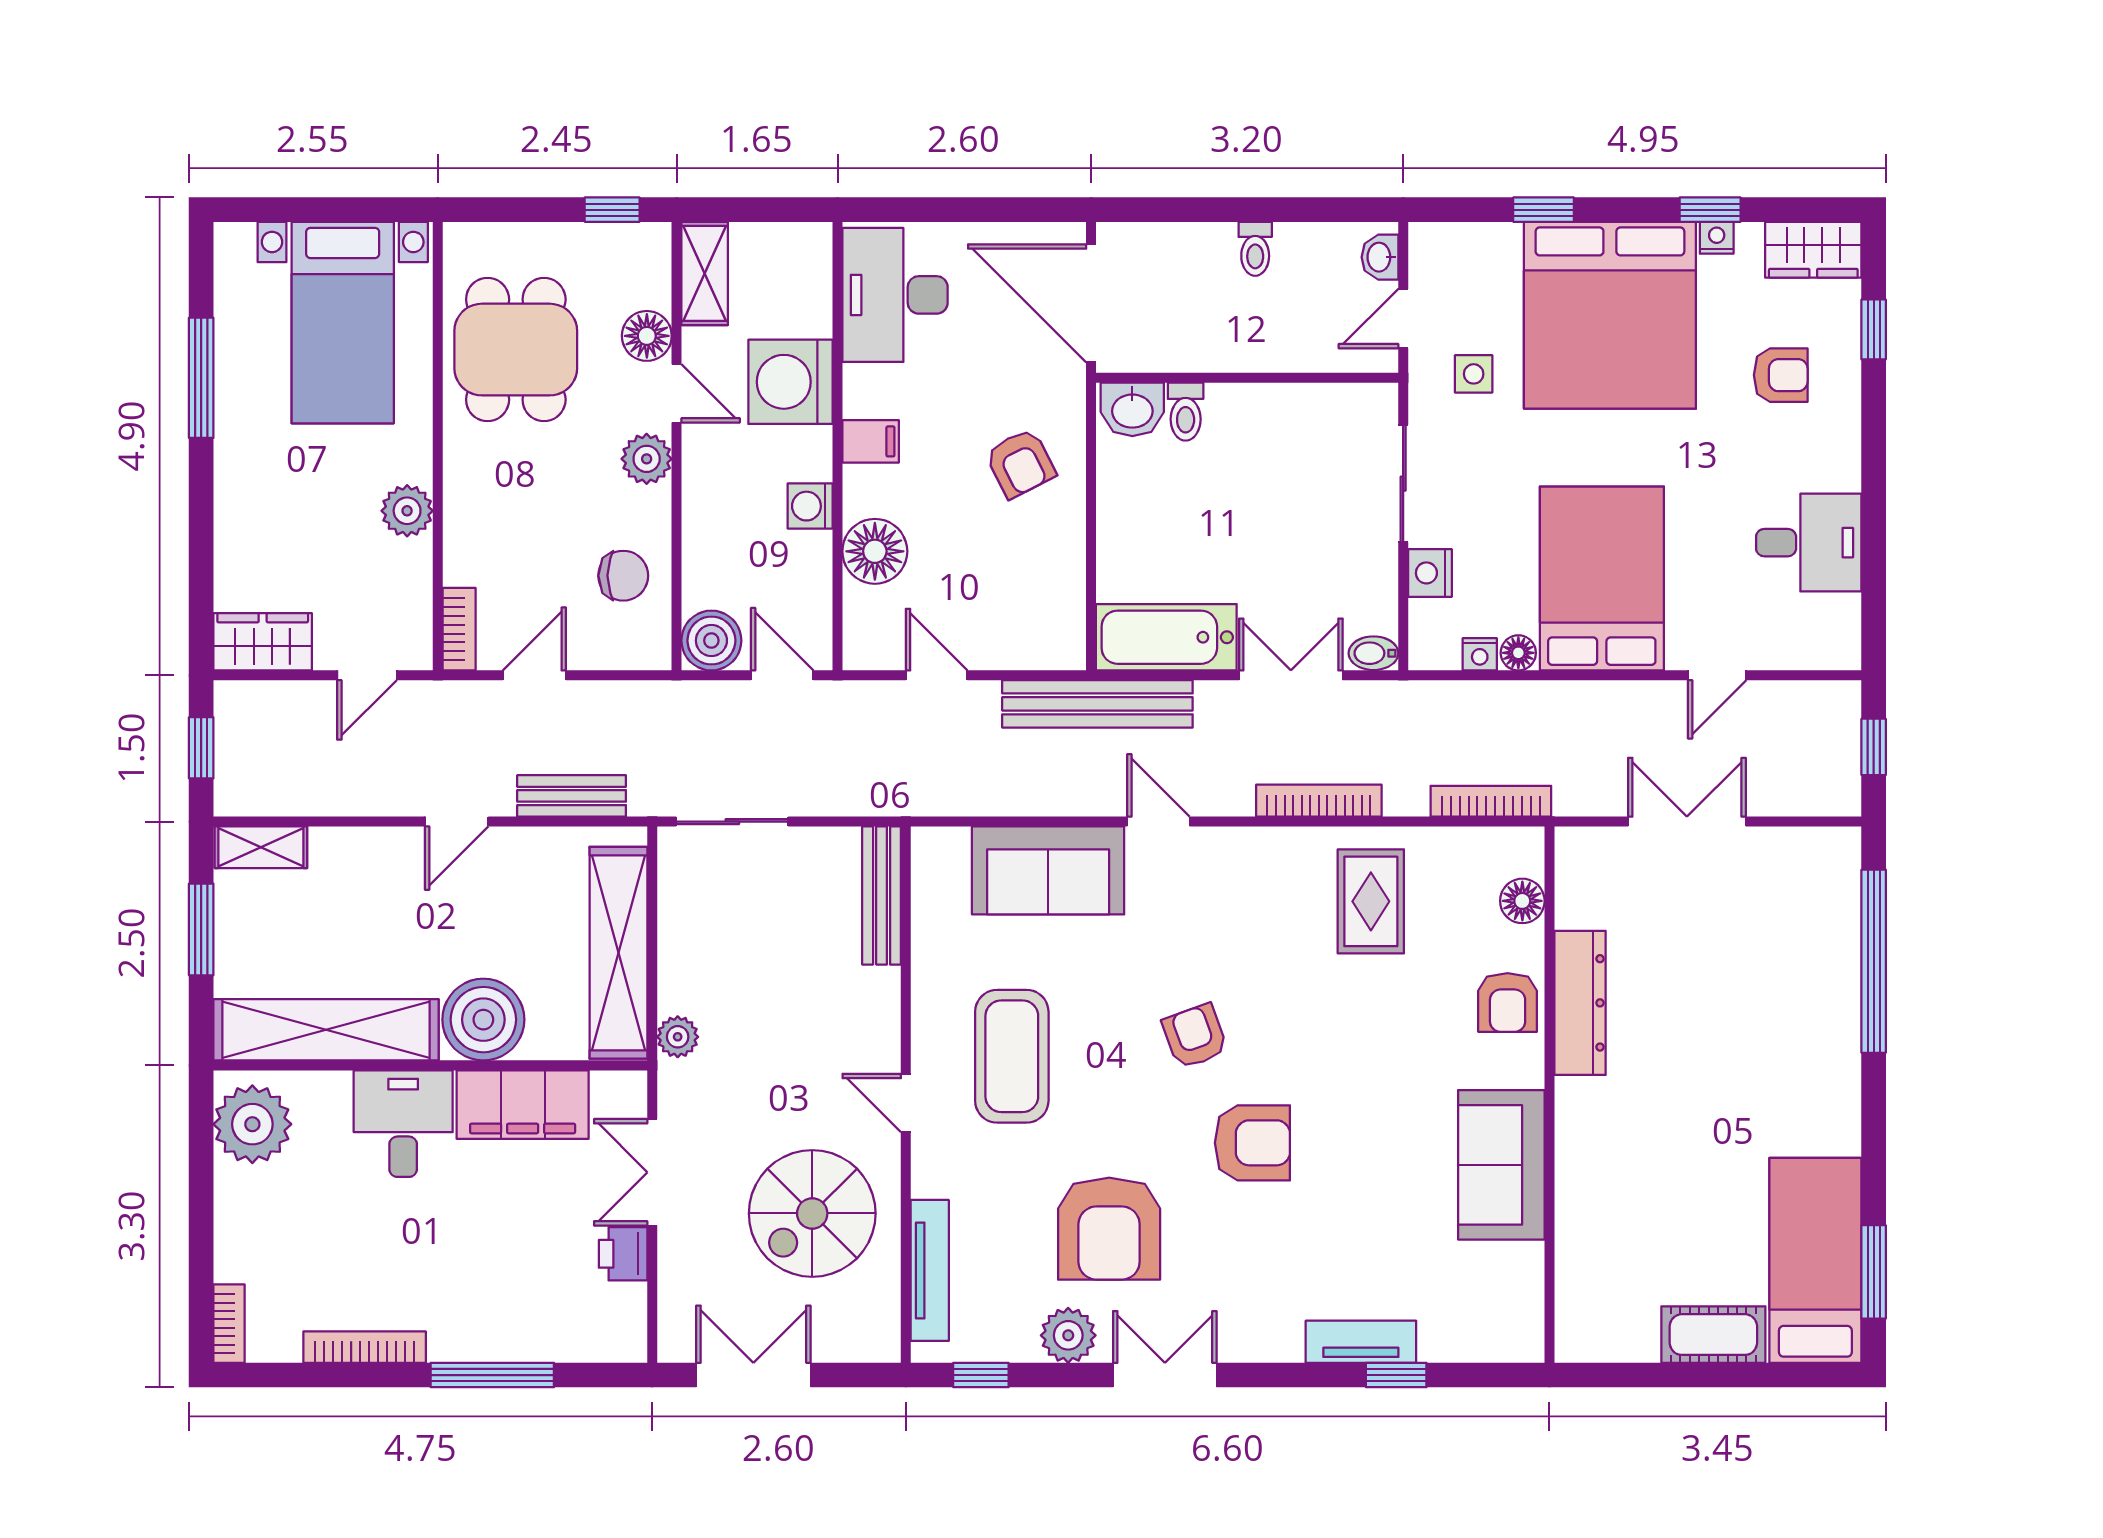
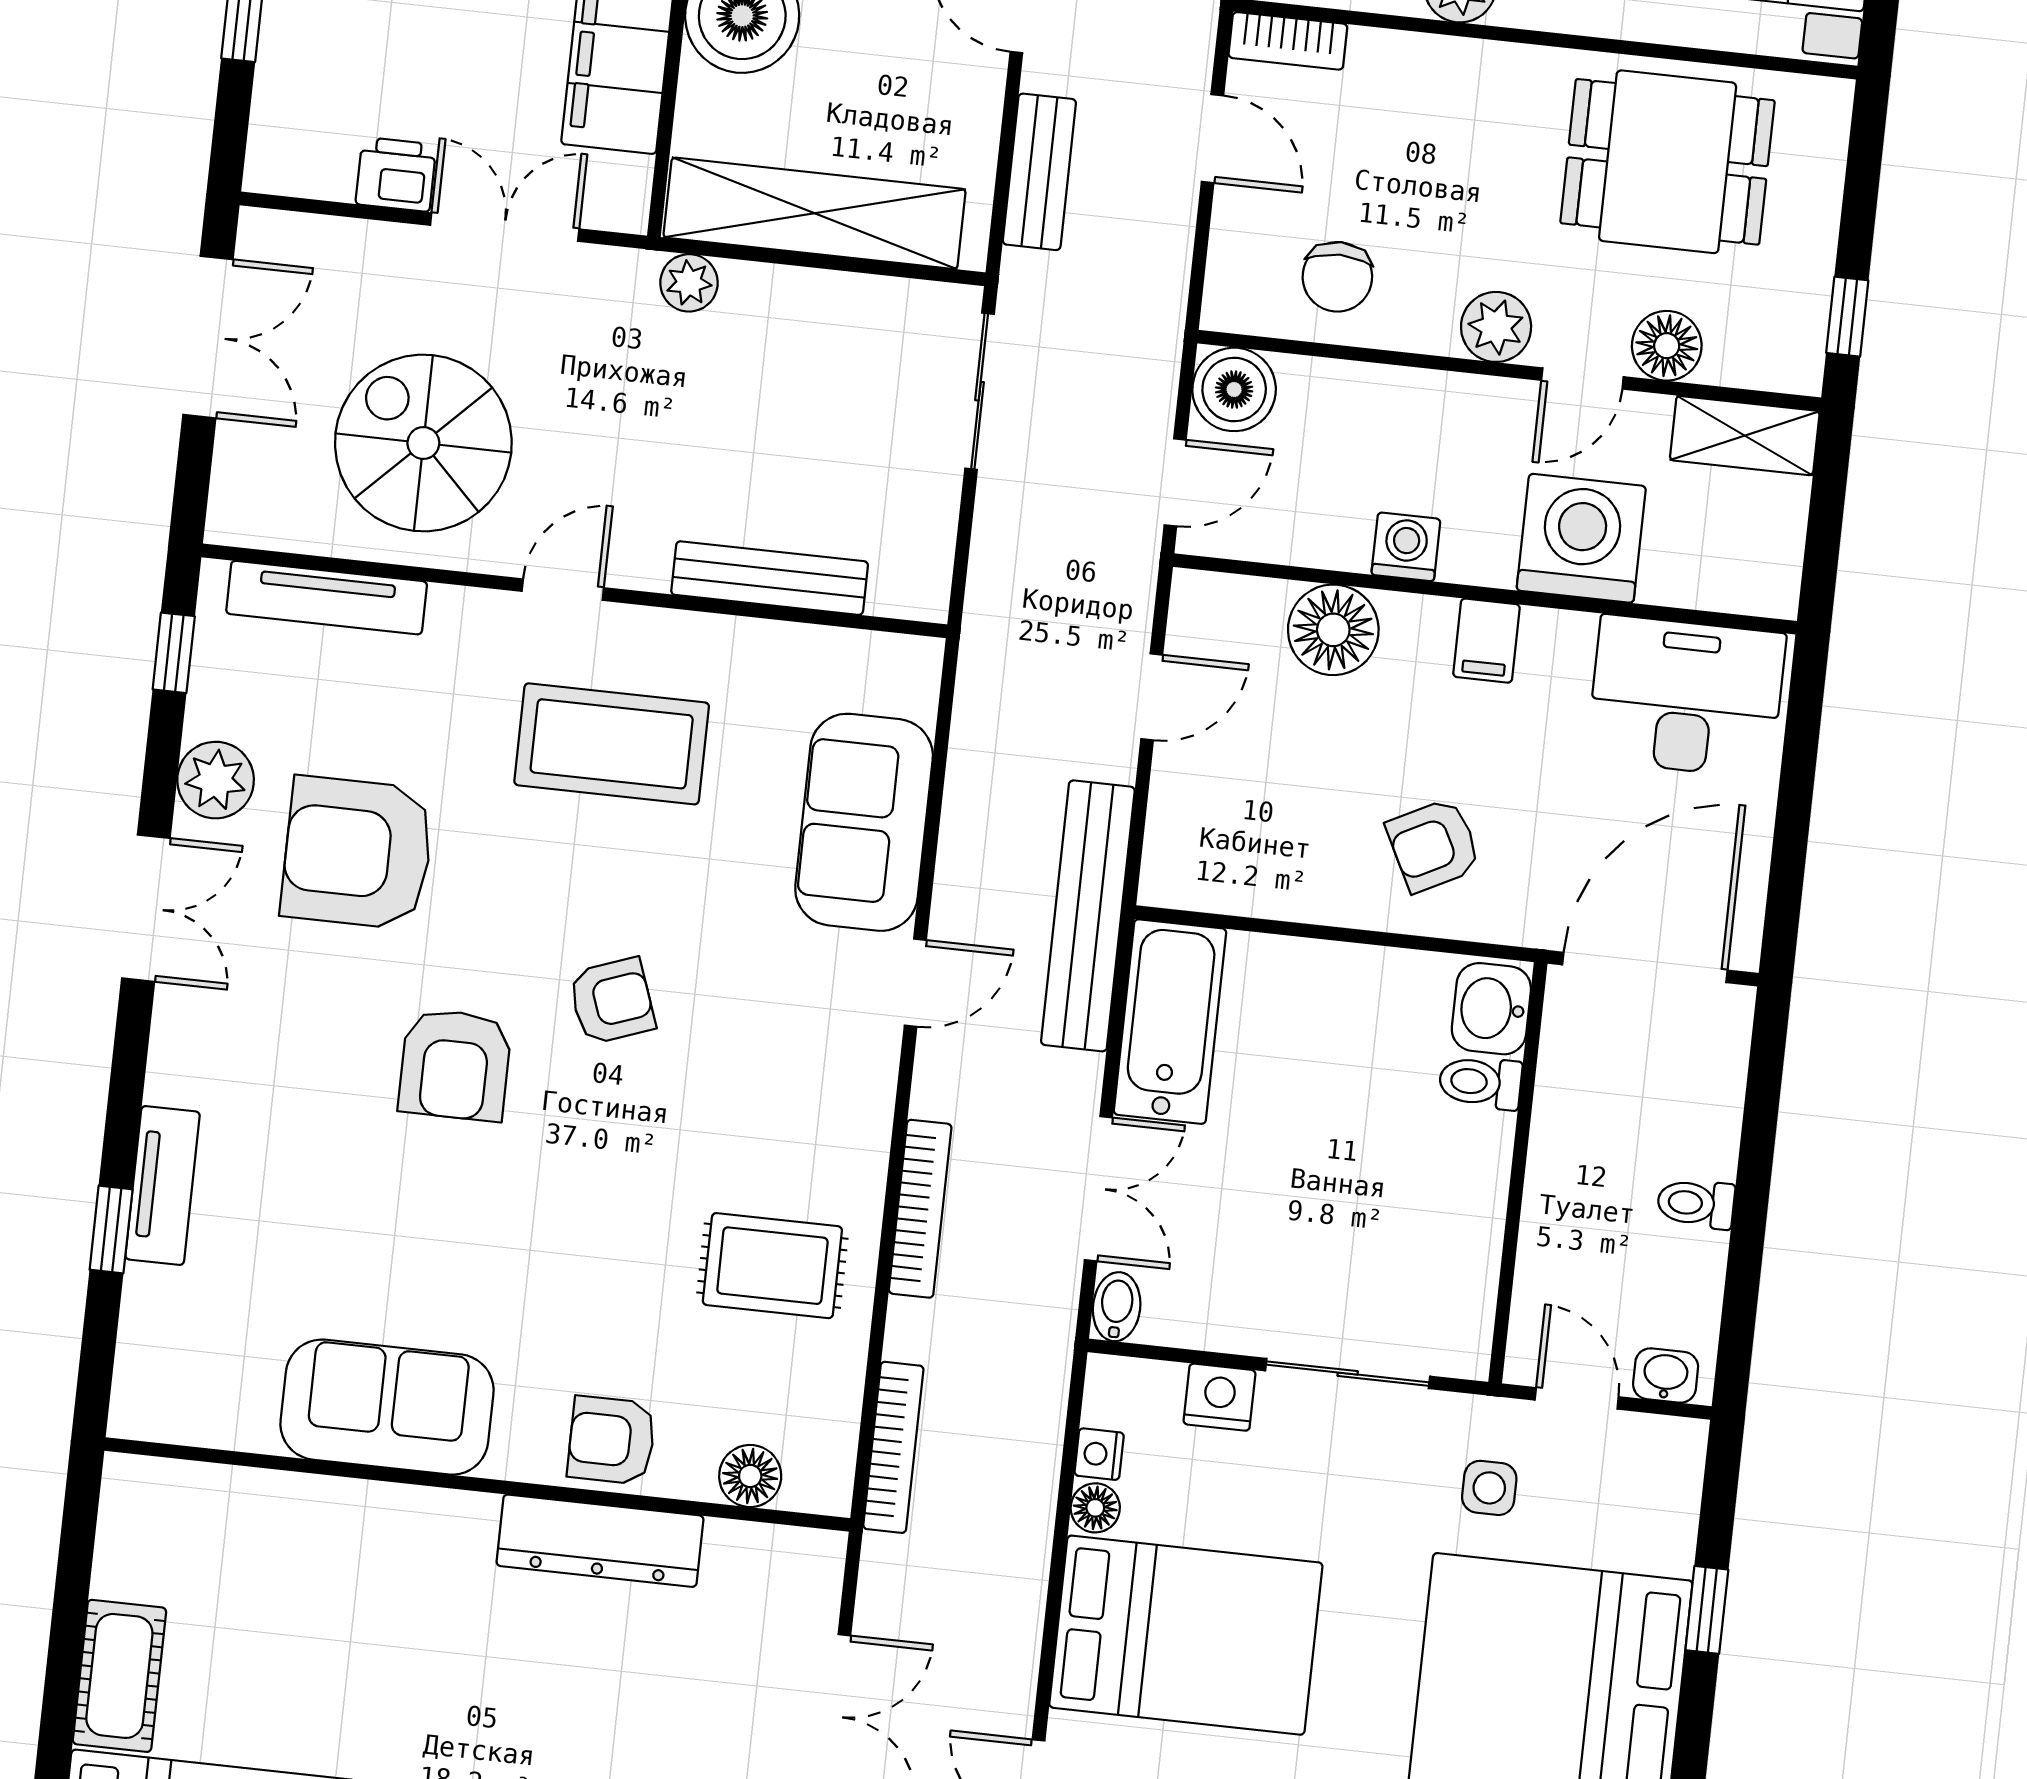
bench: (882, 896) -> (770, 578), moved

